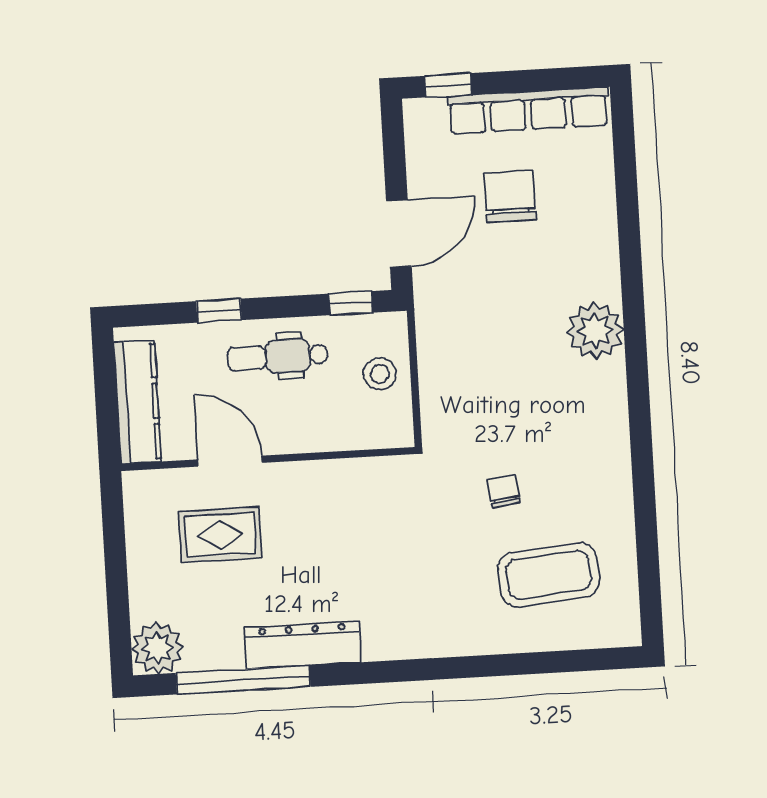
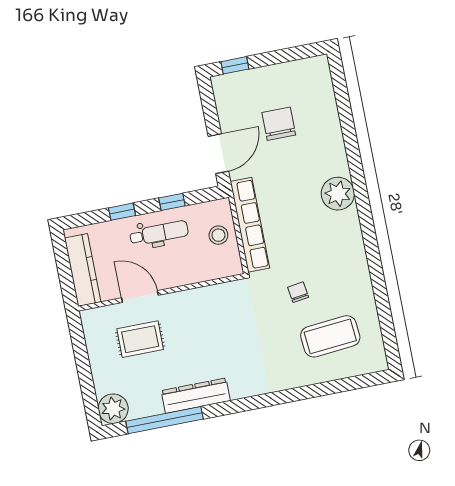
row of seats: (528, 111) -> (250, 225), moved, turned -90
window: (351, 303) -> (172, 202), moved
dental chair: (278, 356) -> (159, 233), turned 180

